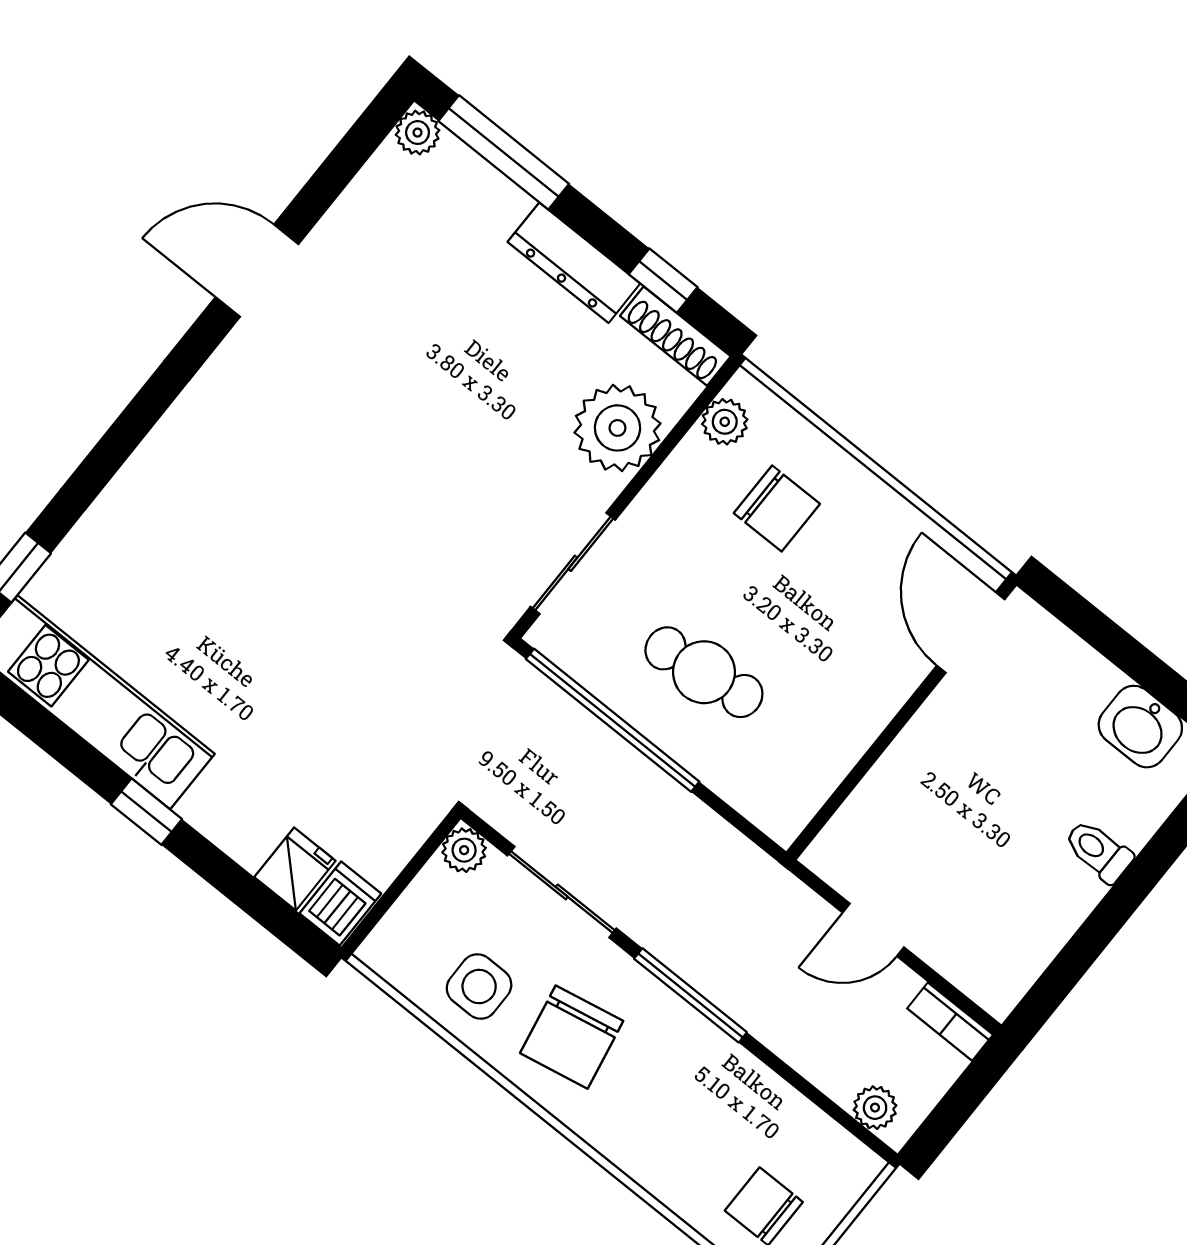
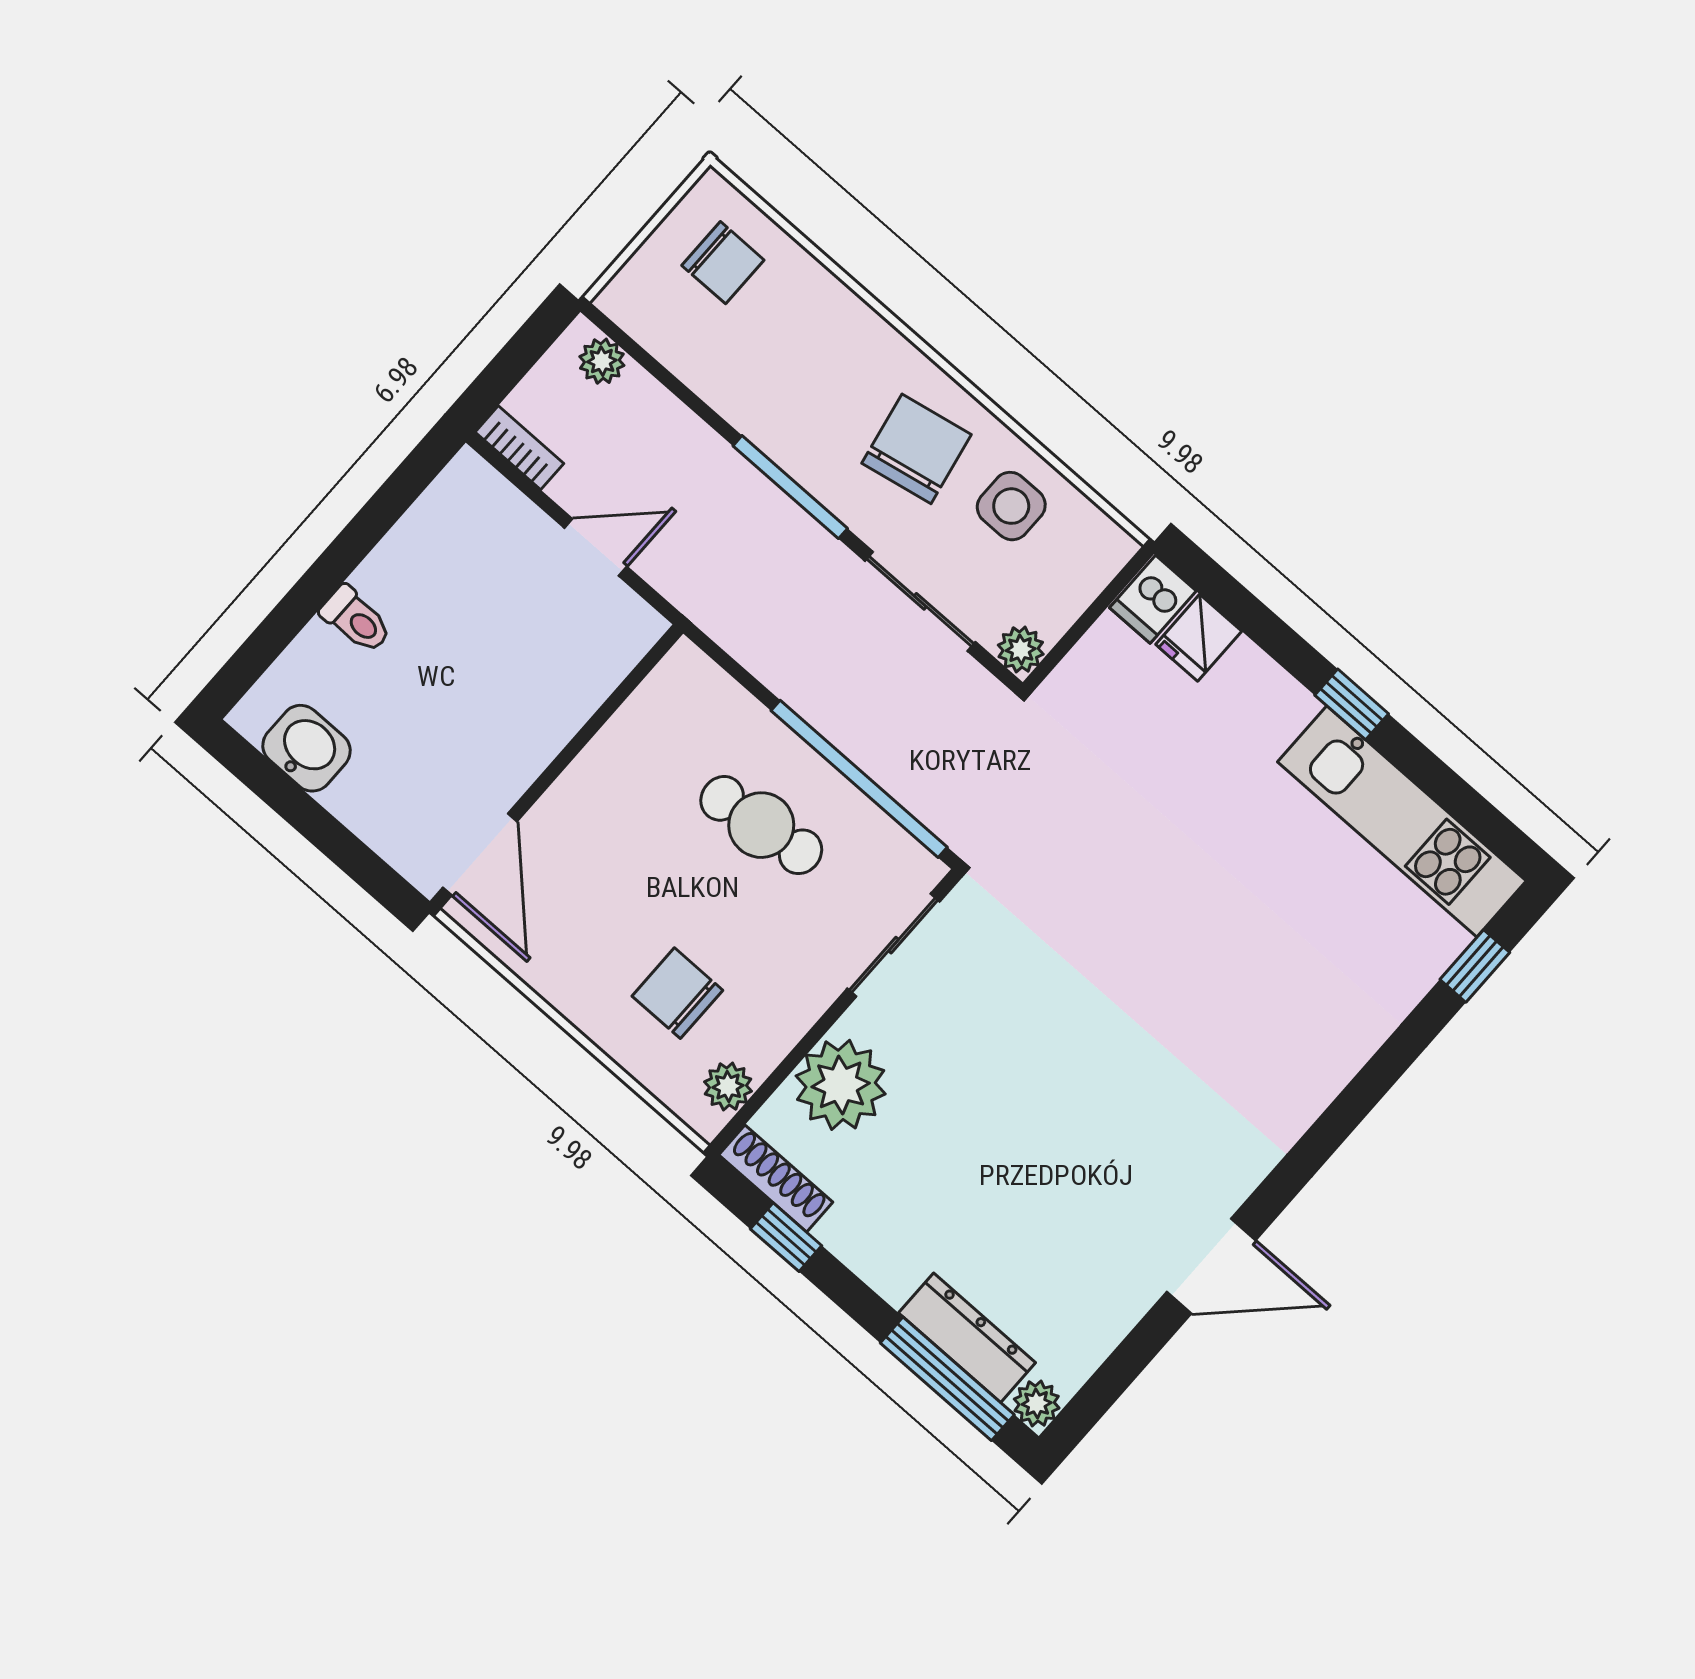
dresser: (574, 263) -> (967, 1338), moved

